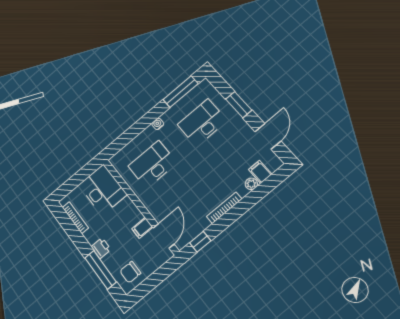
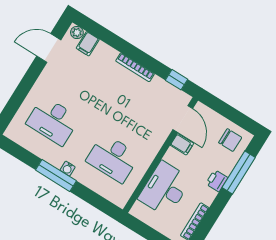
window: (181, 92) -> (56, 175), moved
window: (239, 105) -> (23, 89), removed
plant: (251, 184) -> (77, 32), moved
desk: (103, 190) -> (165, 189), moved
door: (164, 236) -> (183, 119), swing flipped

